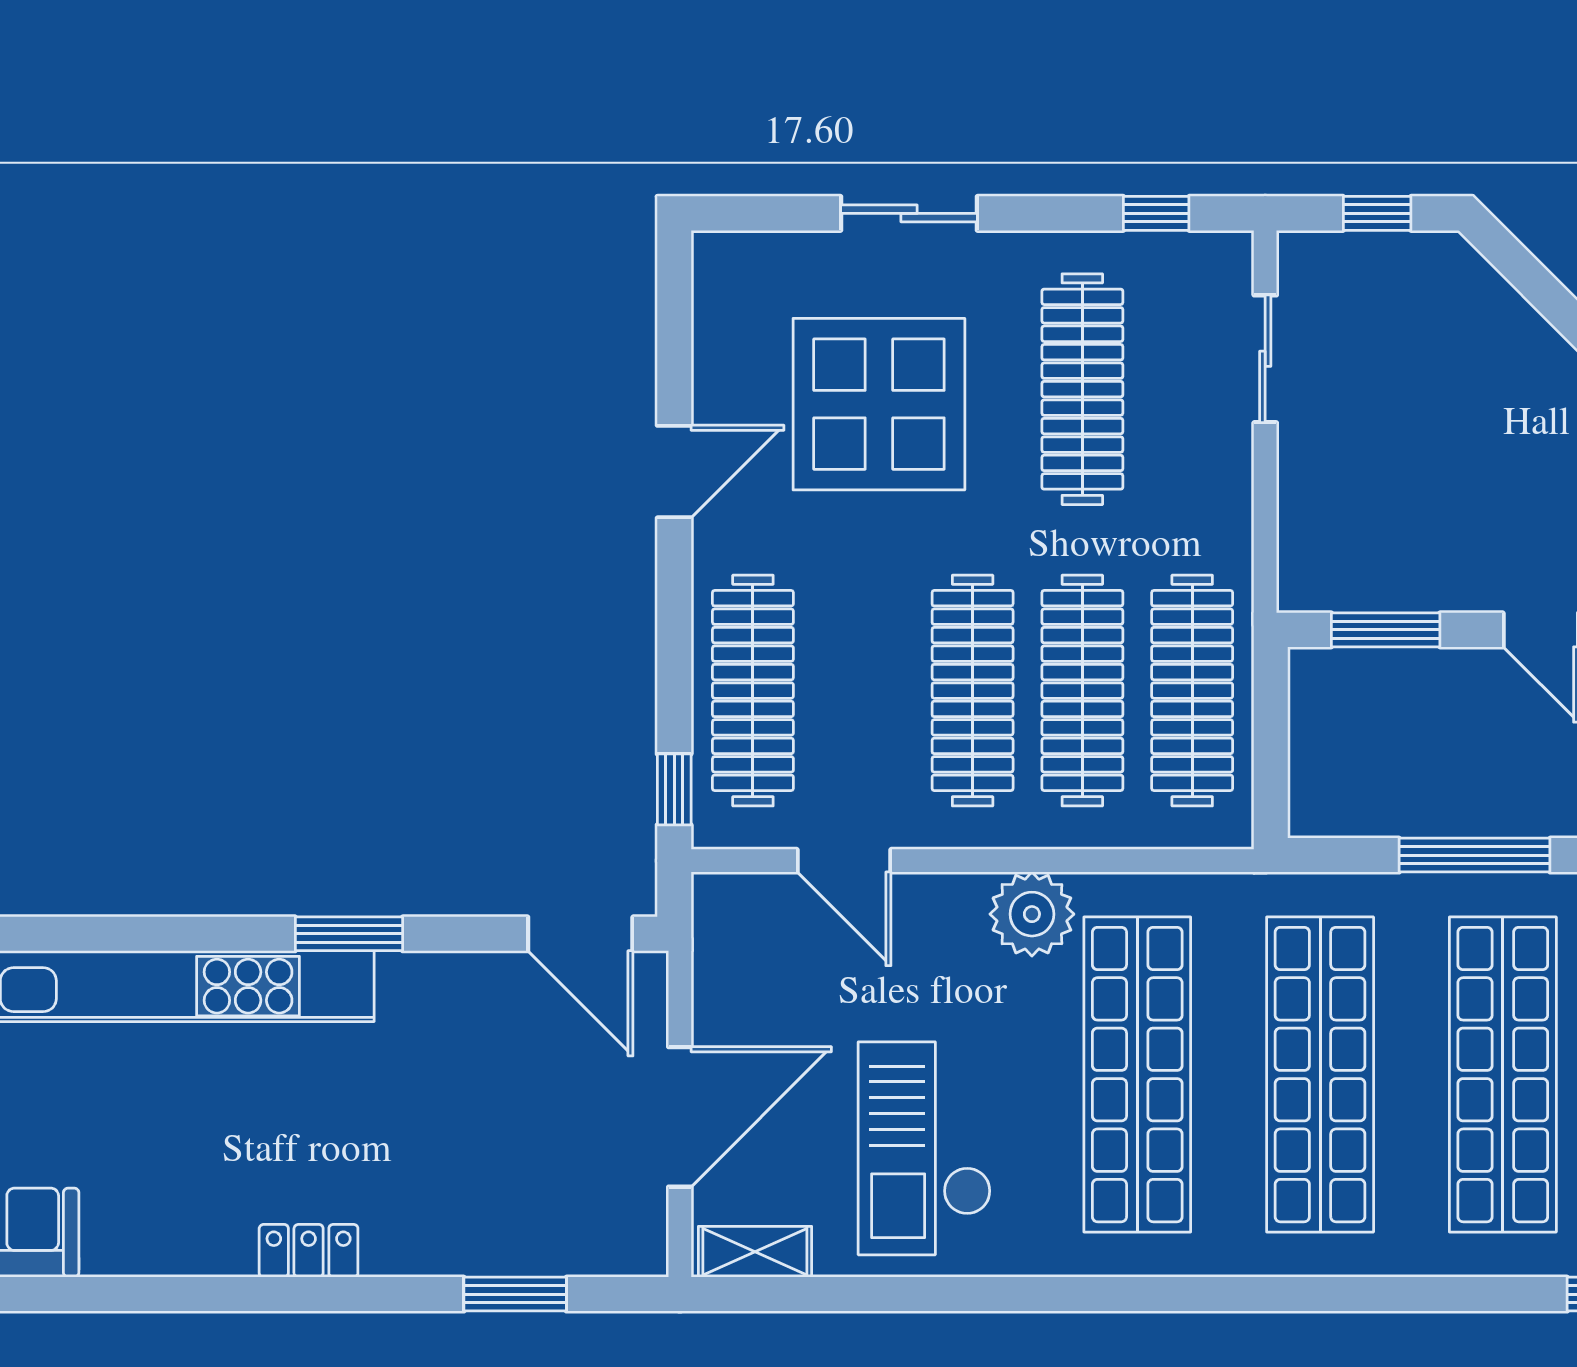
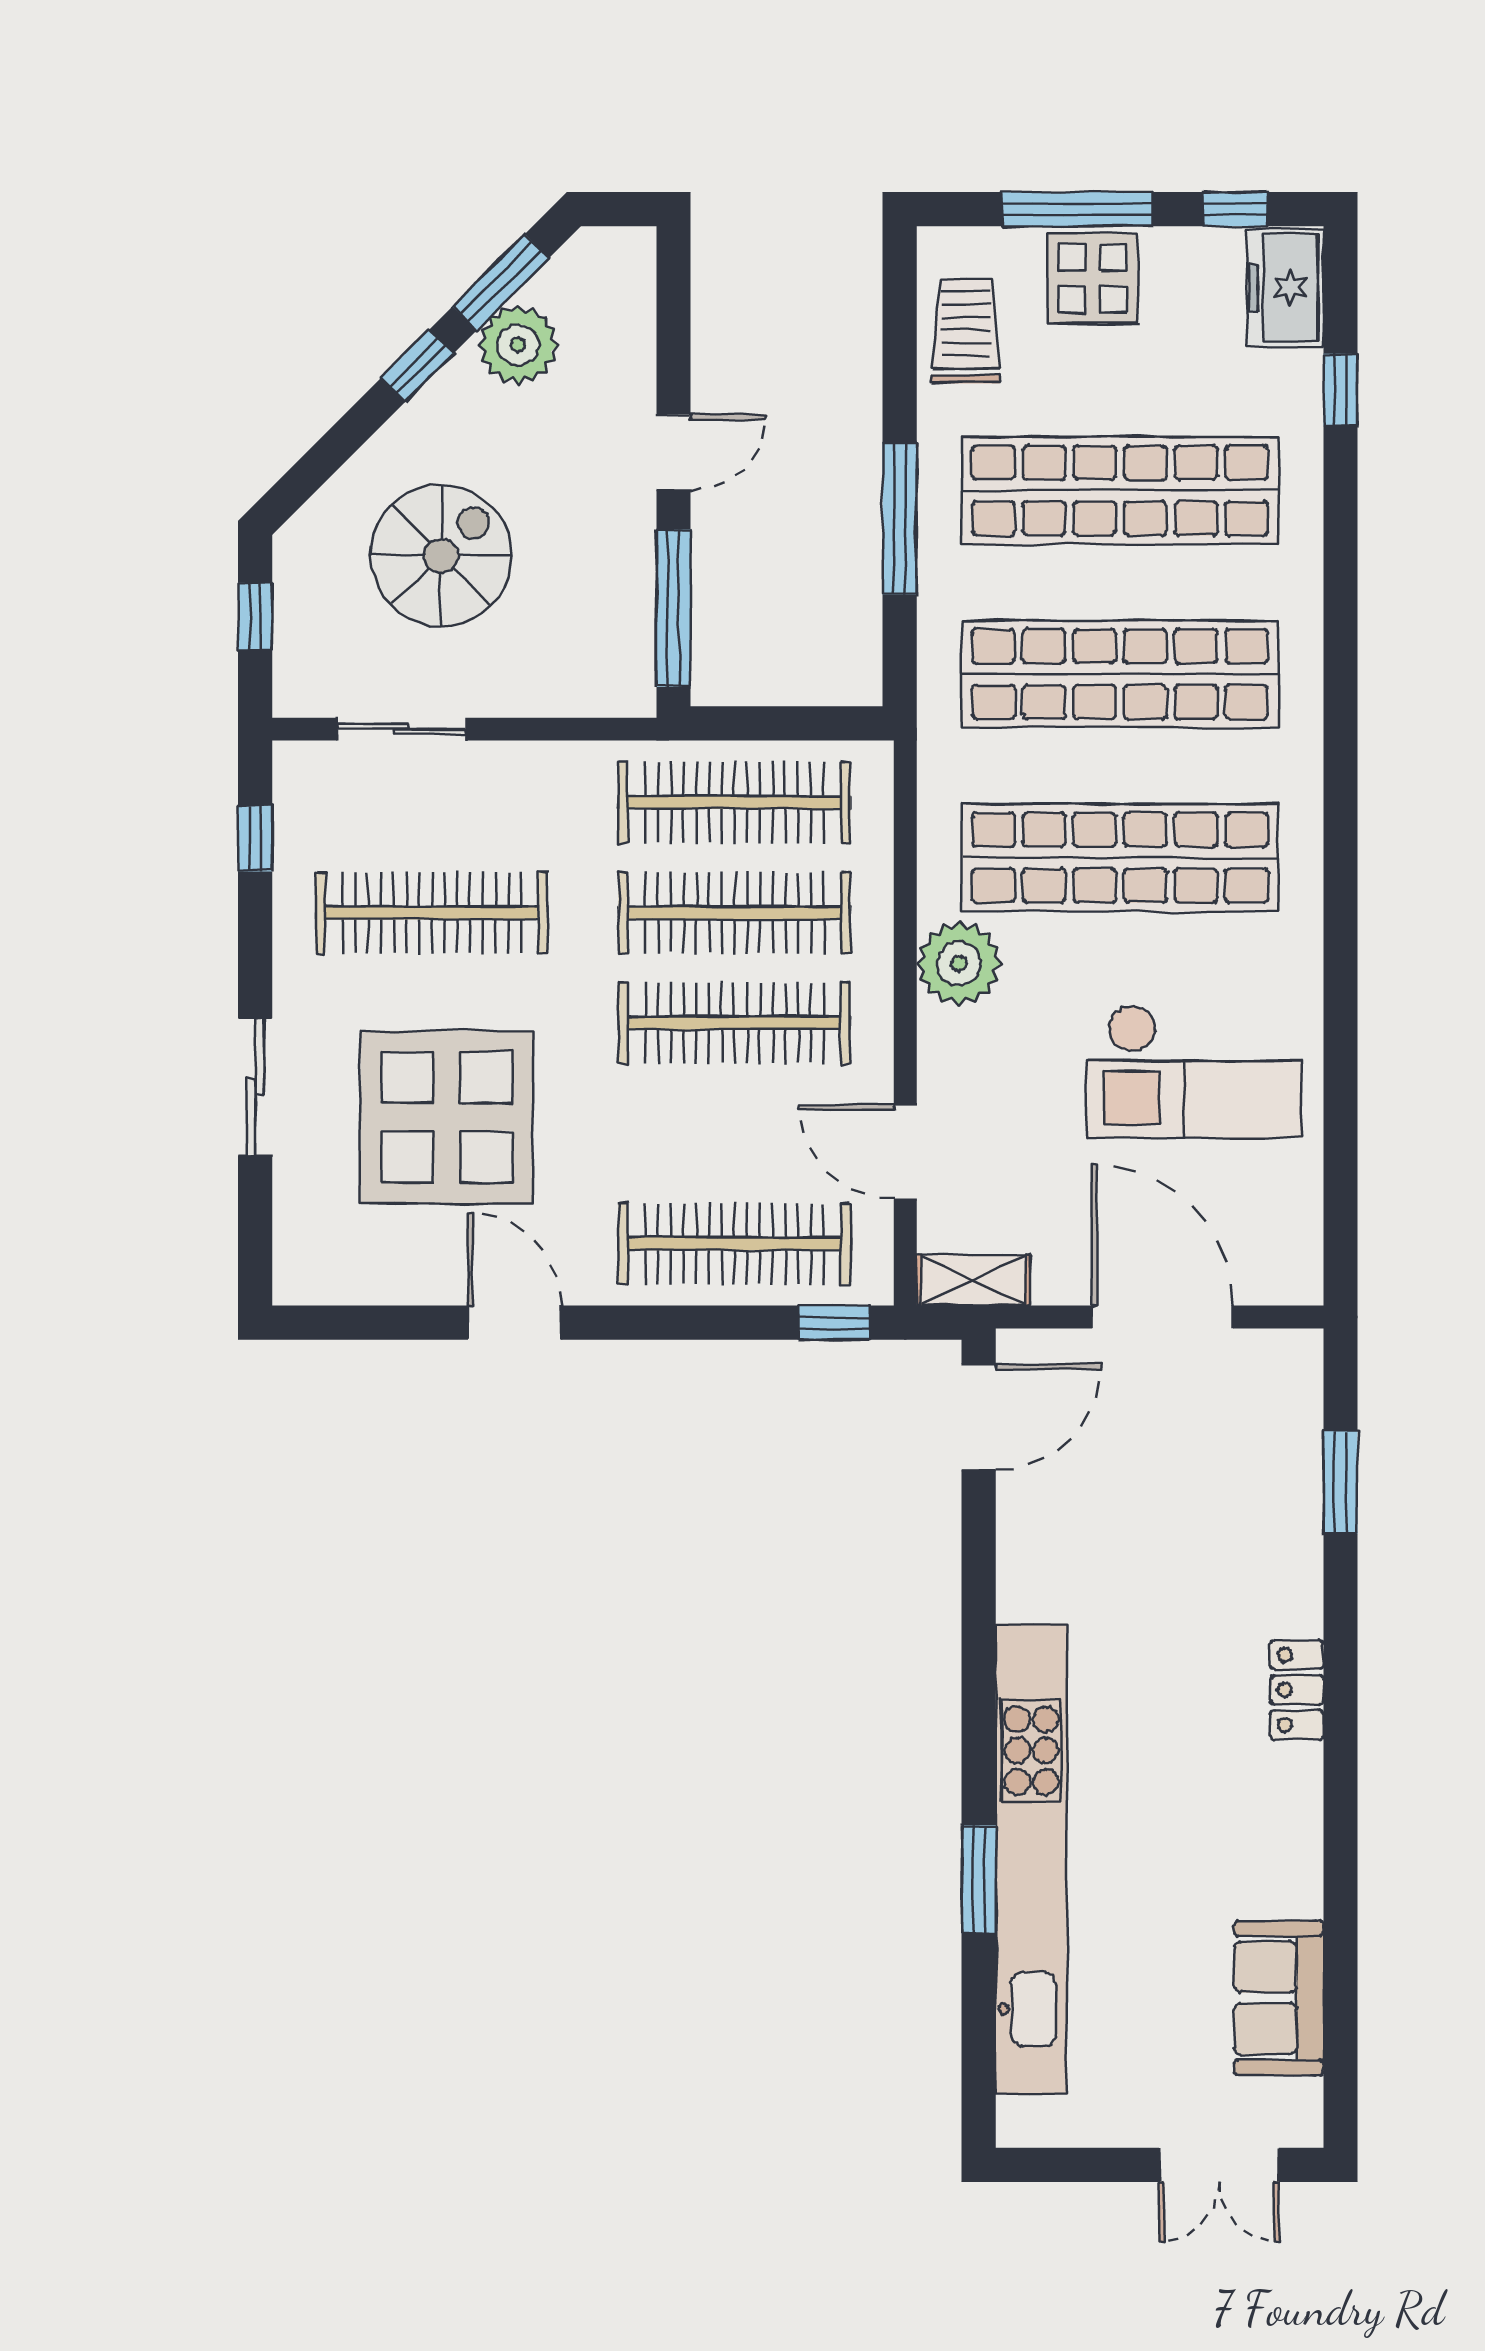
spiral stairs: (1438, 398) -> (441, 556), added
window: (1386, 630) -> (673, 608), width x1.44
door: (844, 861) -> (905, 1152), swing flipped
window: (349, 934) -> (979, 1879), moved
shelving: (755, 1252) -> (973, 1280), moved, turned 90

